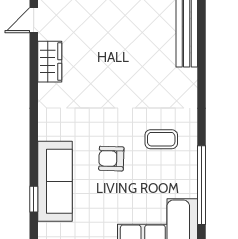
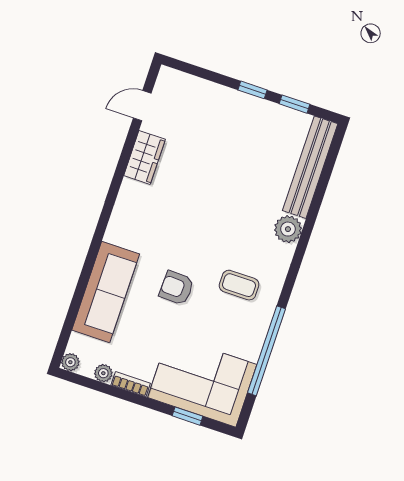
plant: (186, 80) -> (288, 229), added
window: (34, 199) -> (75, 304), removed

